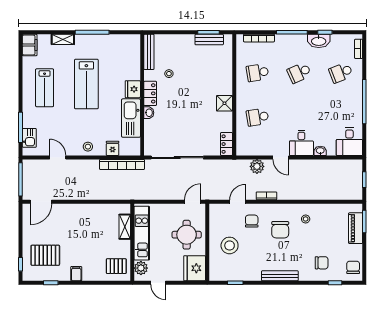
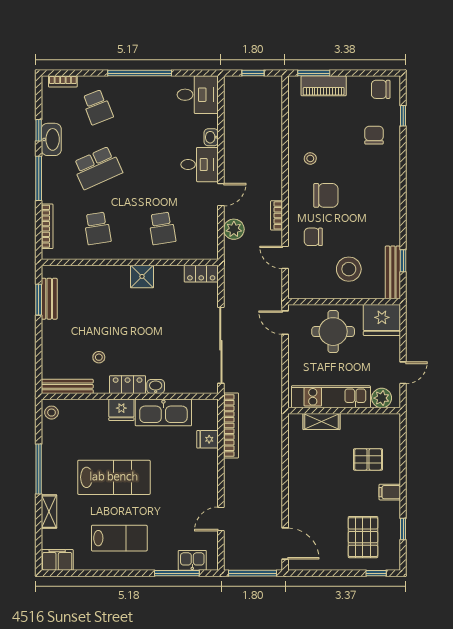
school desk: (299, 73) -> (97, 168), width x1.85
stool: (88, 147) -> (52, 413), moved
pallet: (116, 266) -> (368, 459), moved, turned 90
bench: (280, 276) -> (393, 272), moved

